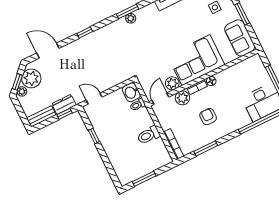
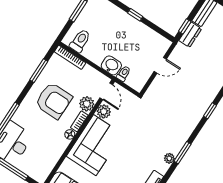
plant: (131, 18) -> (169, 158), moved
washbasin: (131, 92) -> (111, 65), moved
door: (94, 99) -> (160, 65), moved
armchair: (208, 117) -> (54, 101), width x1.88, depth x1.88
toilet: (149, 135) -> (80, 41), moved
window: (94, 136) -> (135, 15), moved

